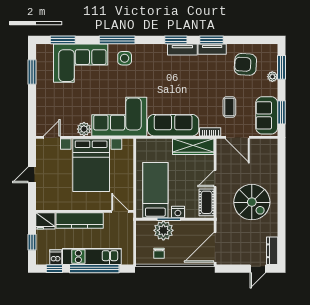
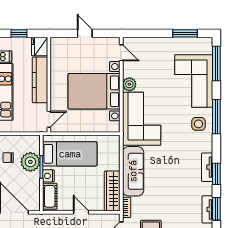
window: (63, 40) -> (216, 64), width x1.44
tv unit: (182, 49) -> (207, 167), moved
cot: (207, 202) -> (50, 196), moved, turned 90

